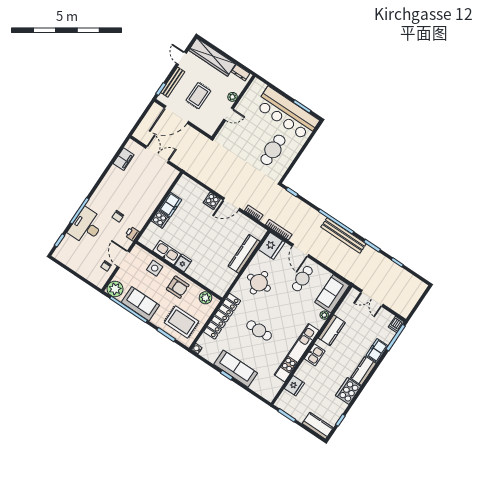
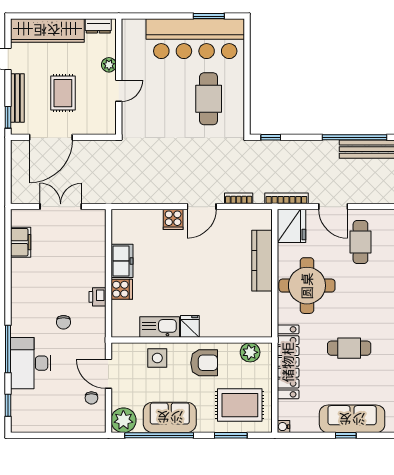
printer: (132, 234) -> (98, 297), moved
round table: (259, 283) -> (307, 286), width x1.36, depth x1.36

